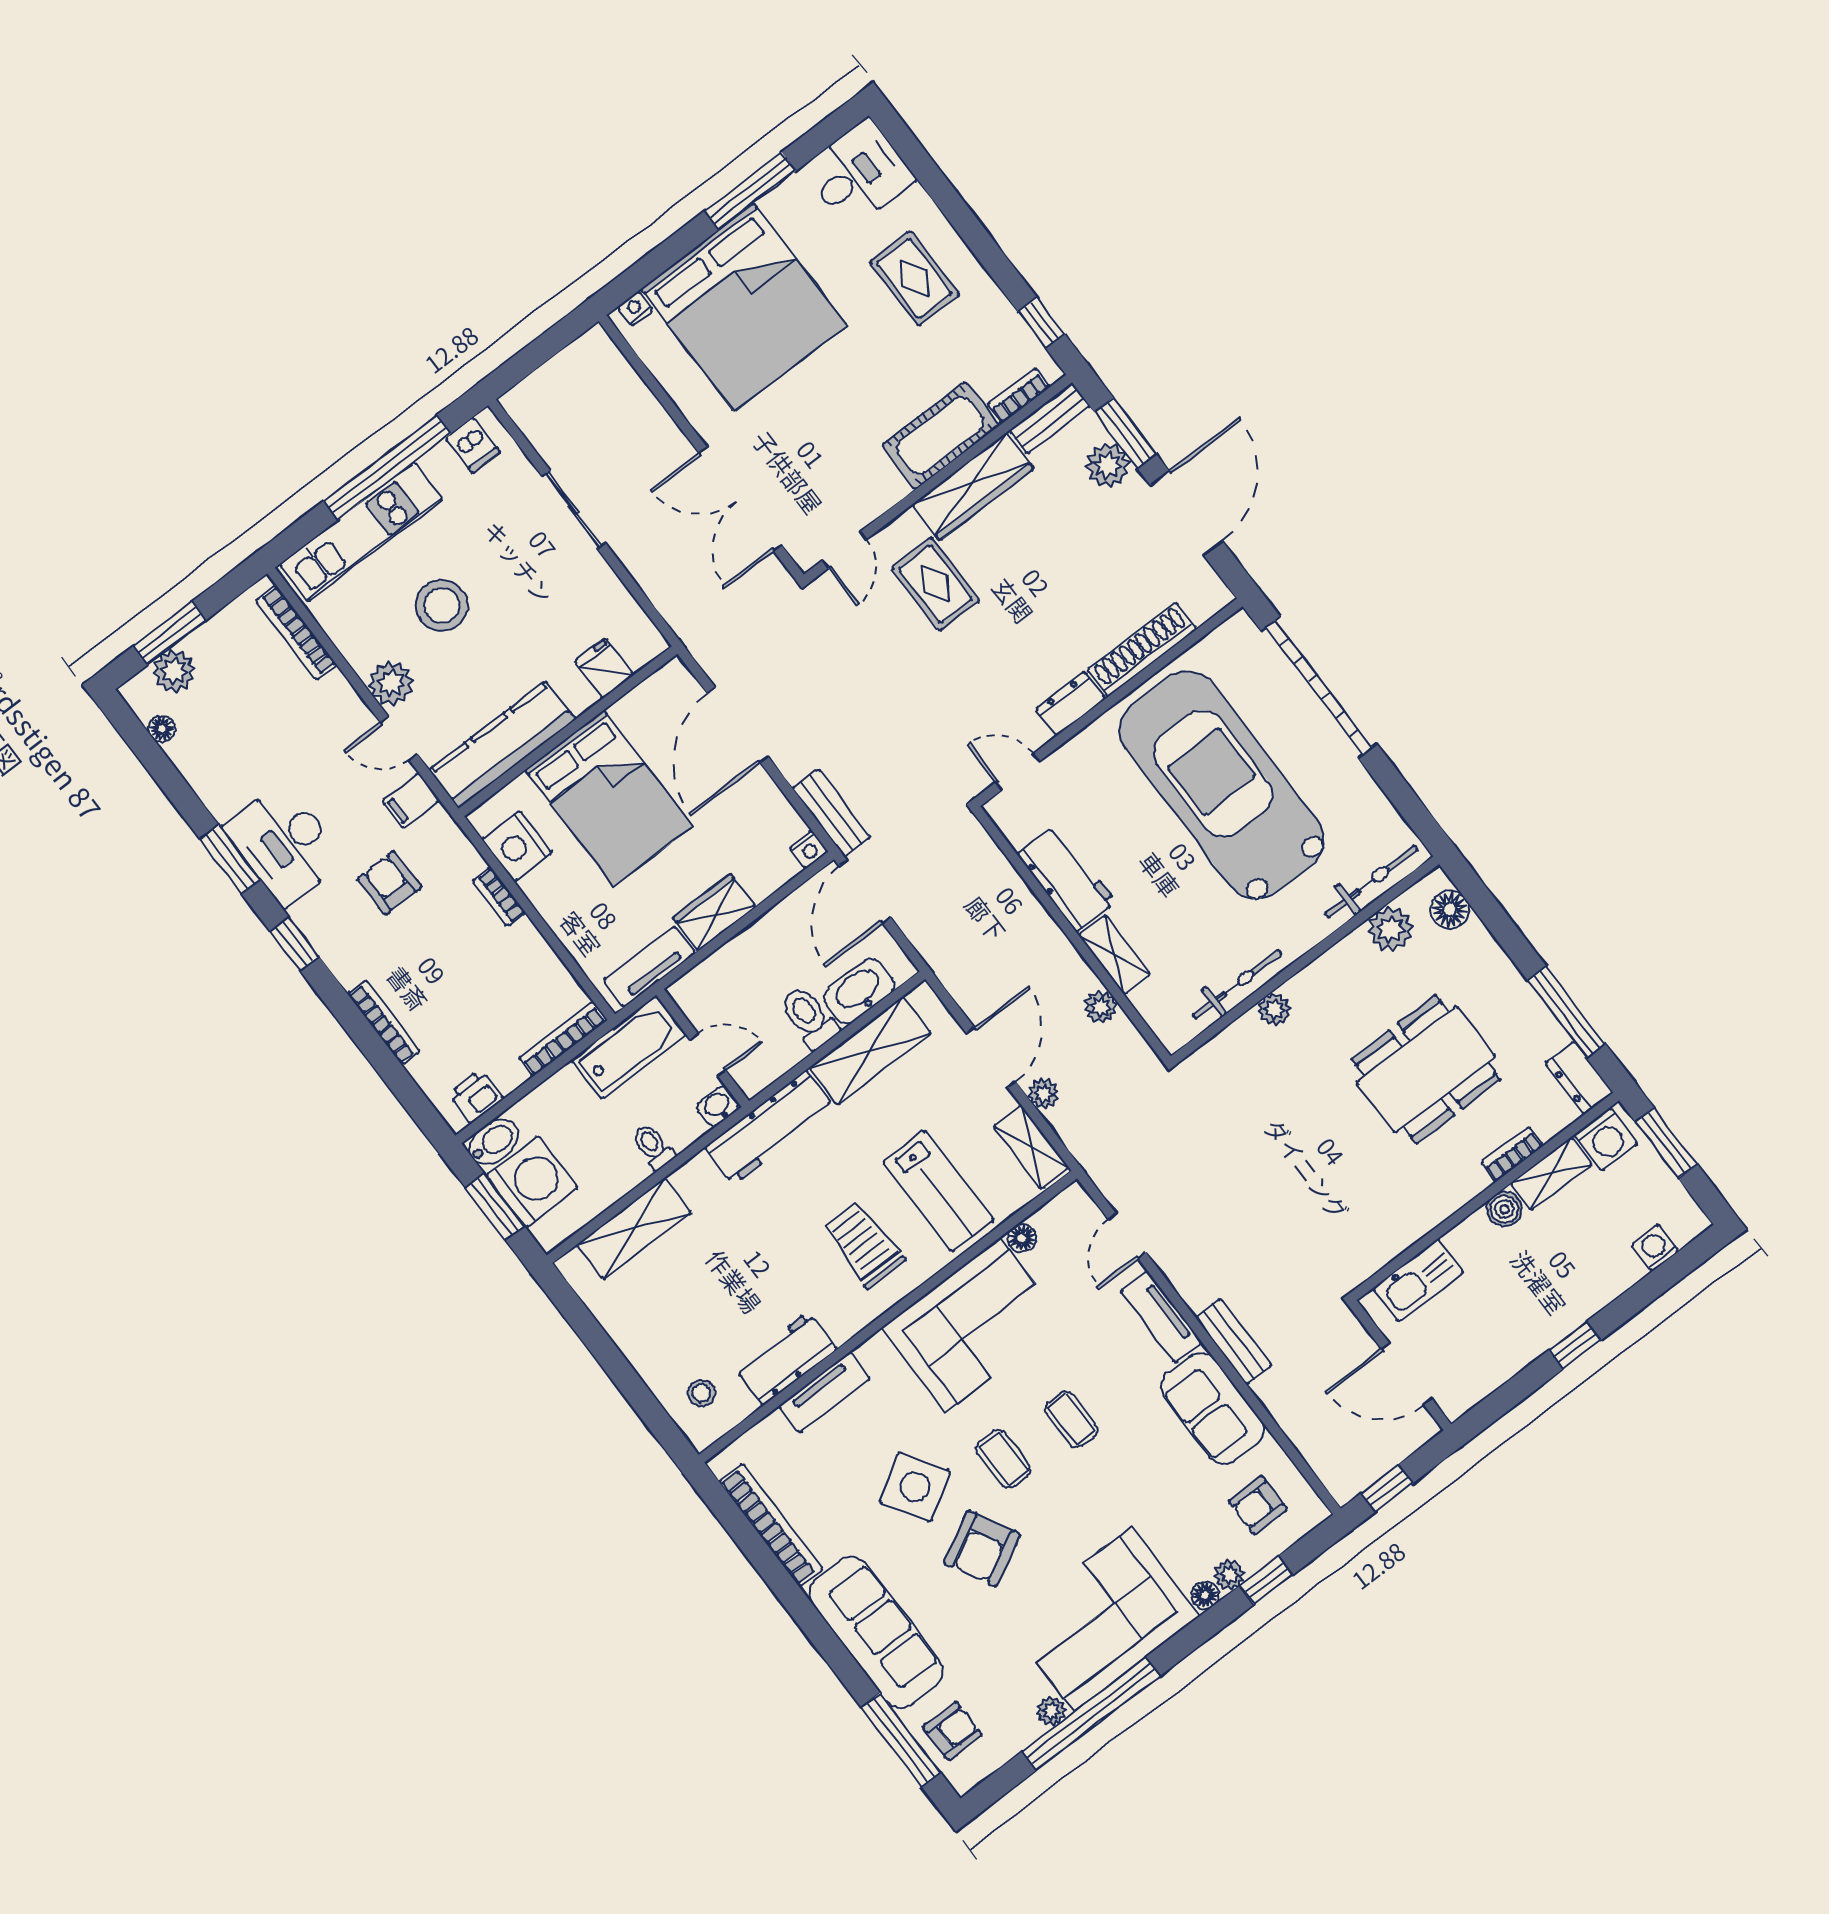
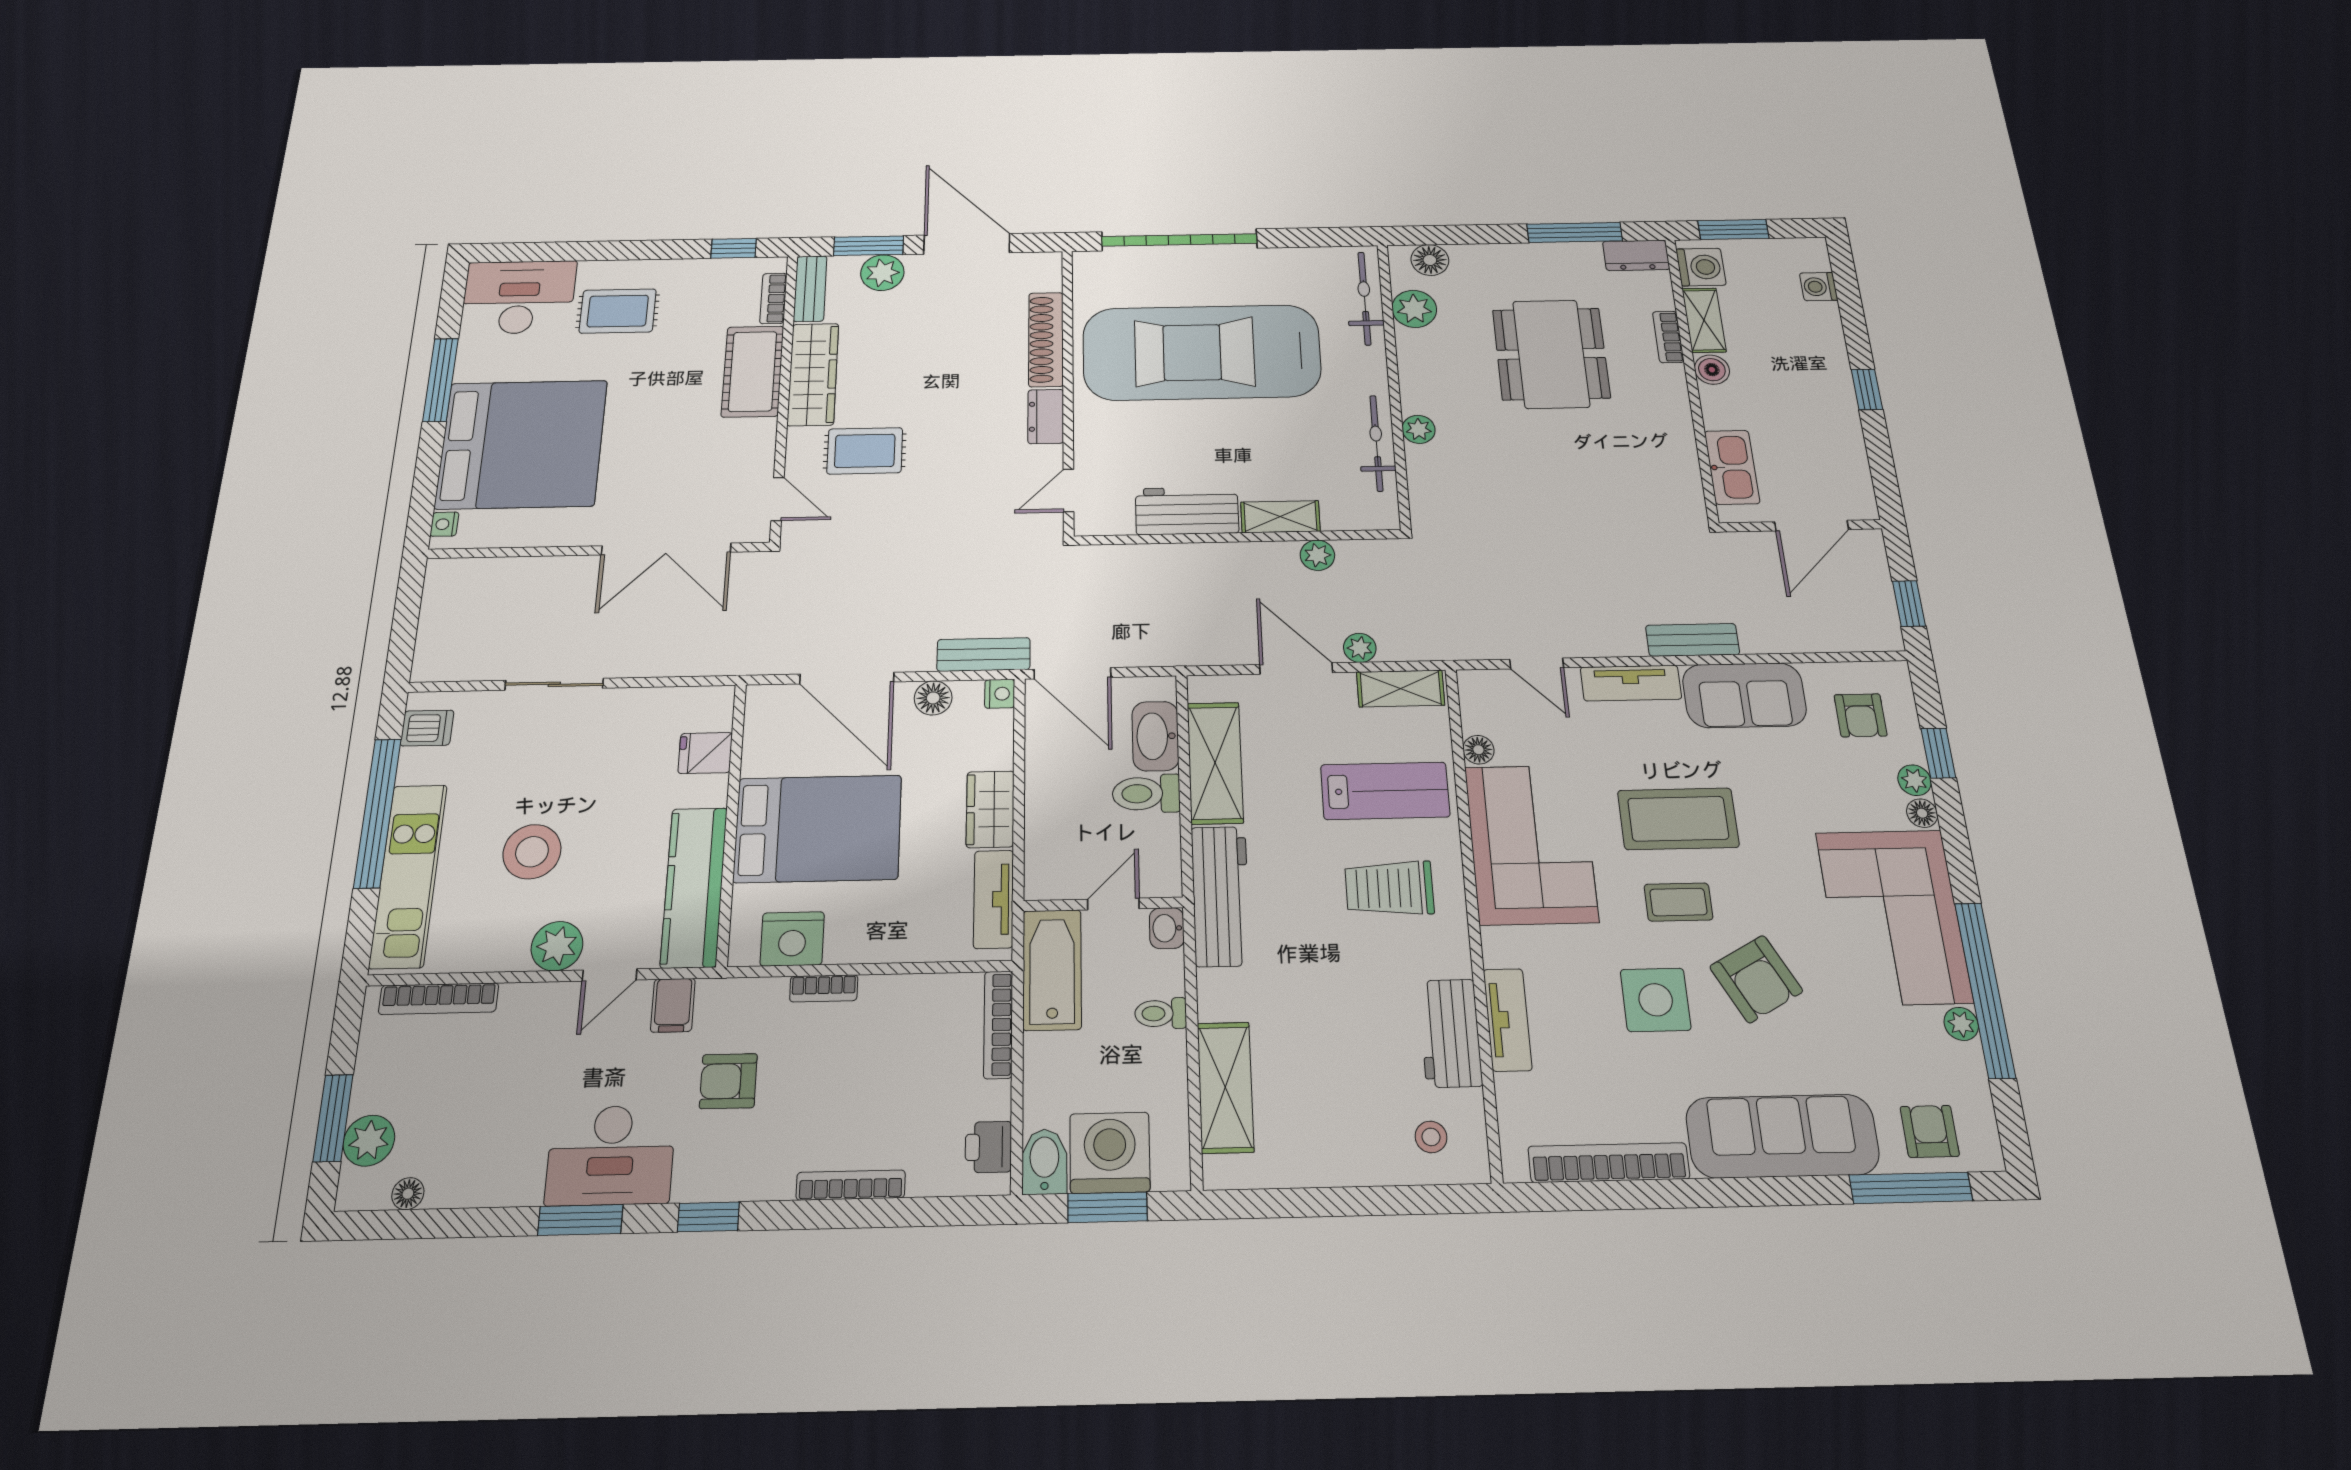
desk: (859, 174) -> (519, 297), width x1.37
floor lamp: (769, 802) -> (933, 698), added
coffee table: (1071, 1420) -> (1678, 819), width x1.86, depth x1.72
side table: (915, 1487) -> (1656, 1000), turned 32

